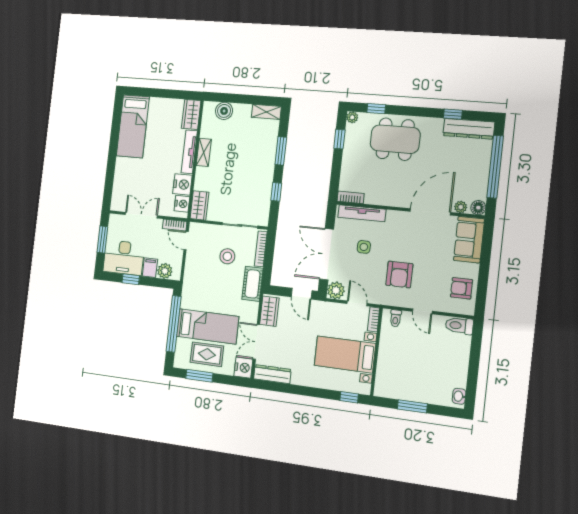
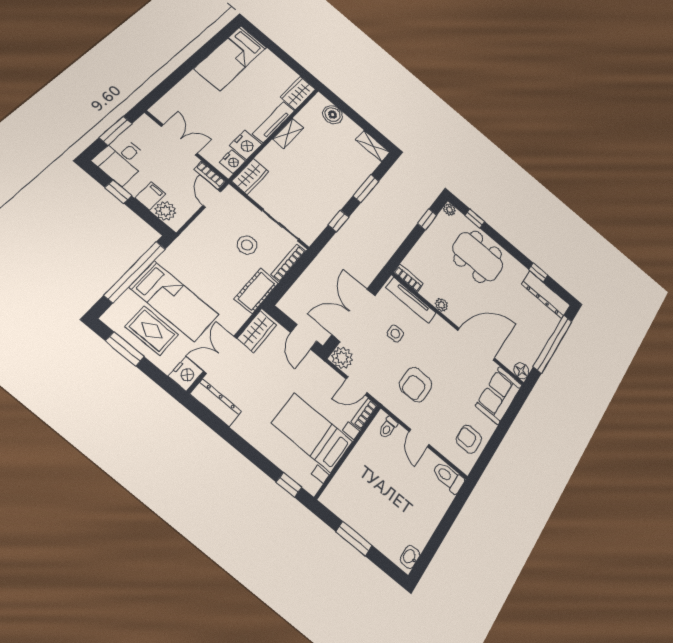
plant: (461, 207) -> (441, 305), moved
desk: (124, 258) -> (121, 160), width x0.73
door: (357, 303) -> (357, 386), swing flipped

